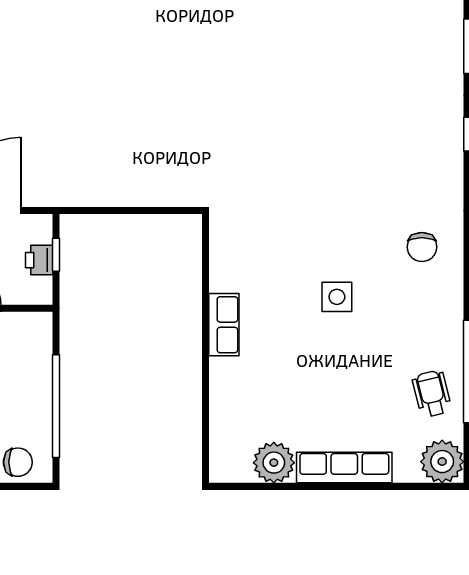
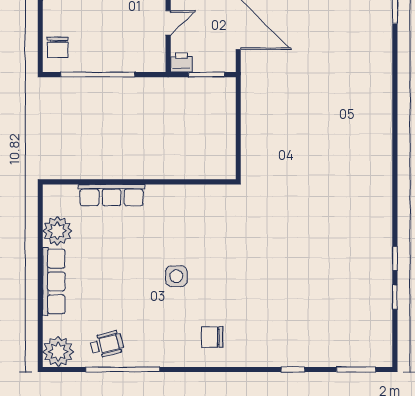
window: (56, 255) -> (207, 75), width x1.50
printer: (39, 260) -> (181, 62), moved
row of seats: (224, 325) -> (112, 195), moved, width x1.48

